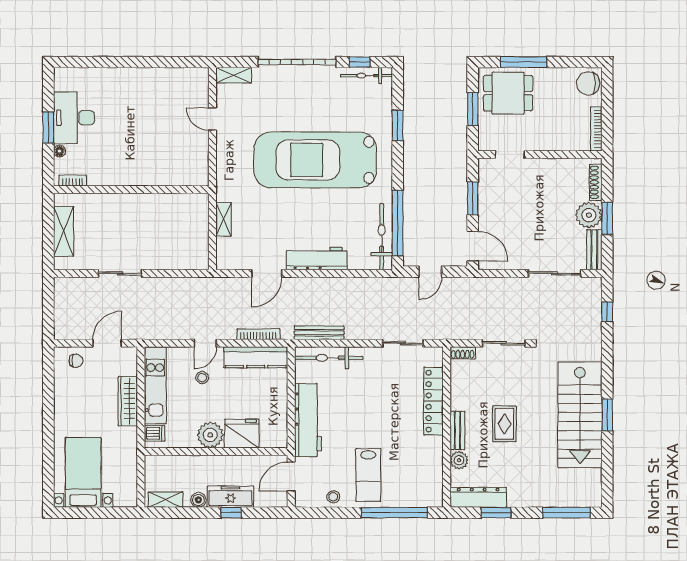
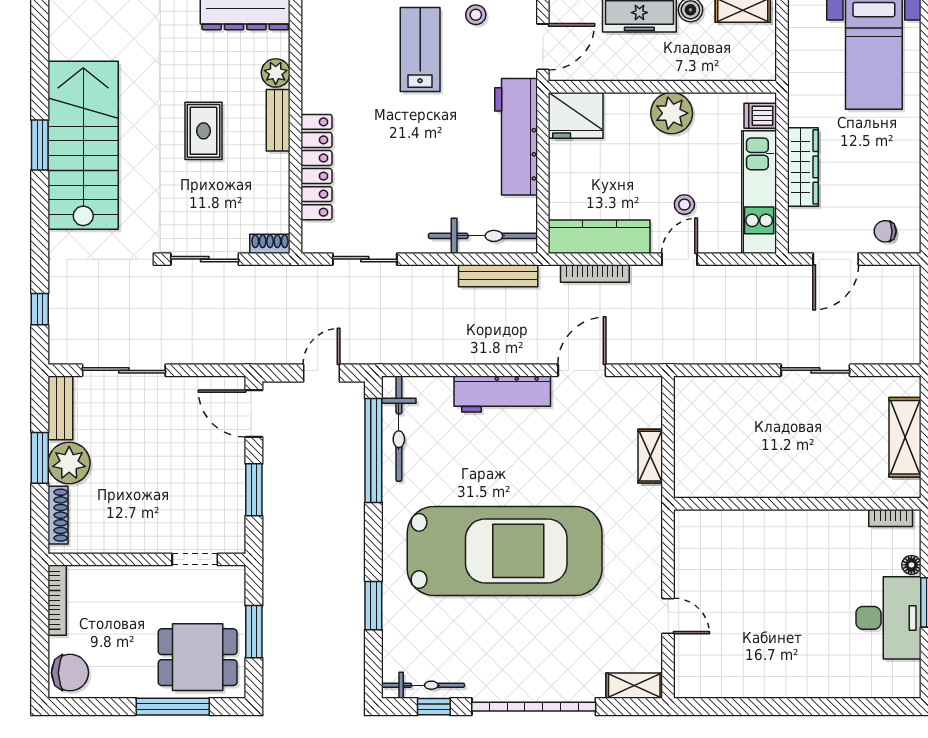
fridge: (242, 434) -> (576, 115), moved

